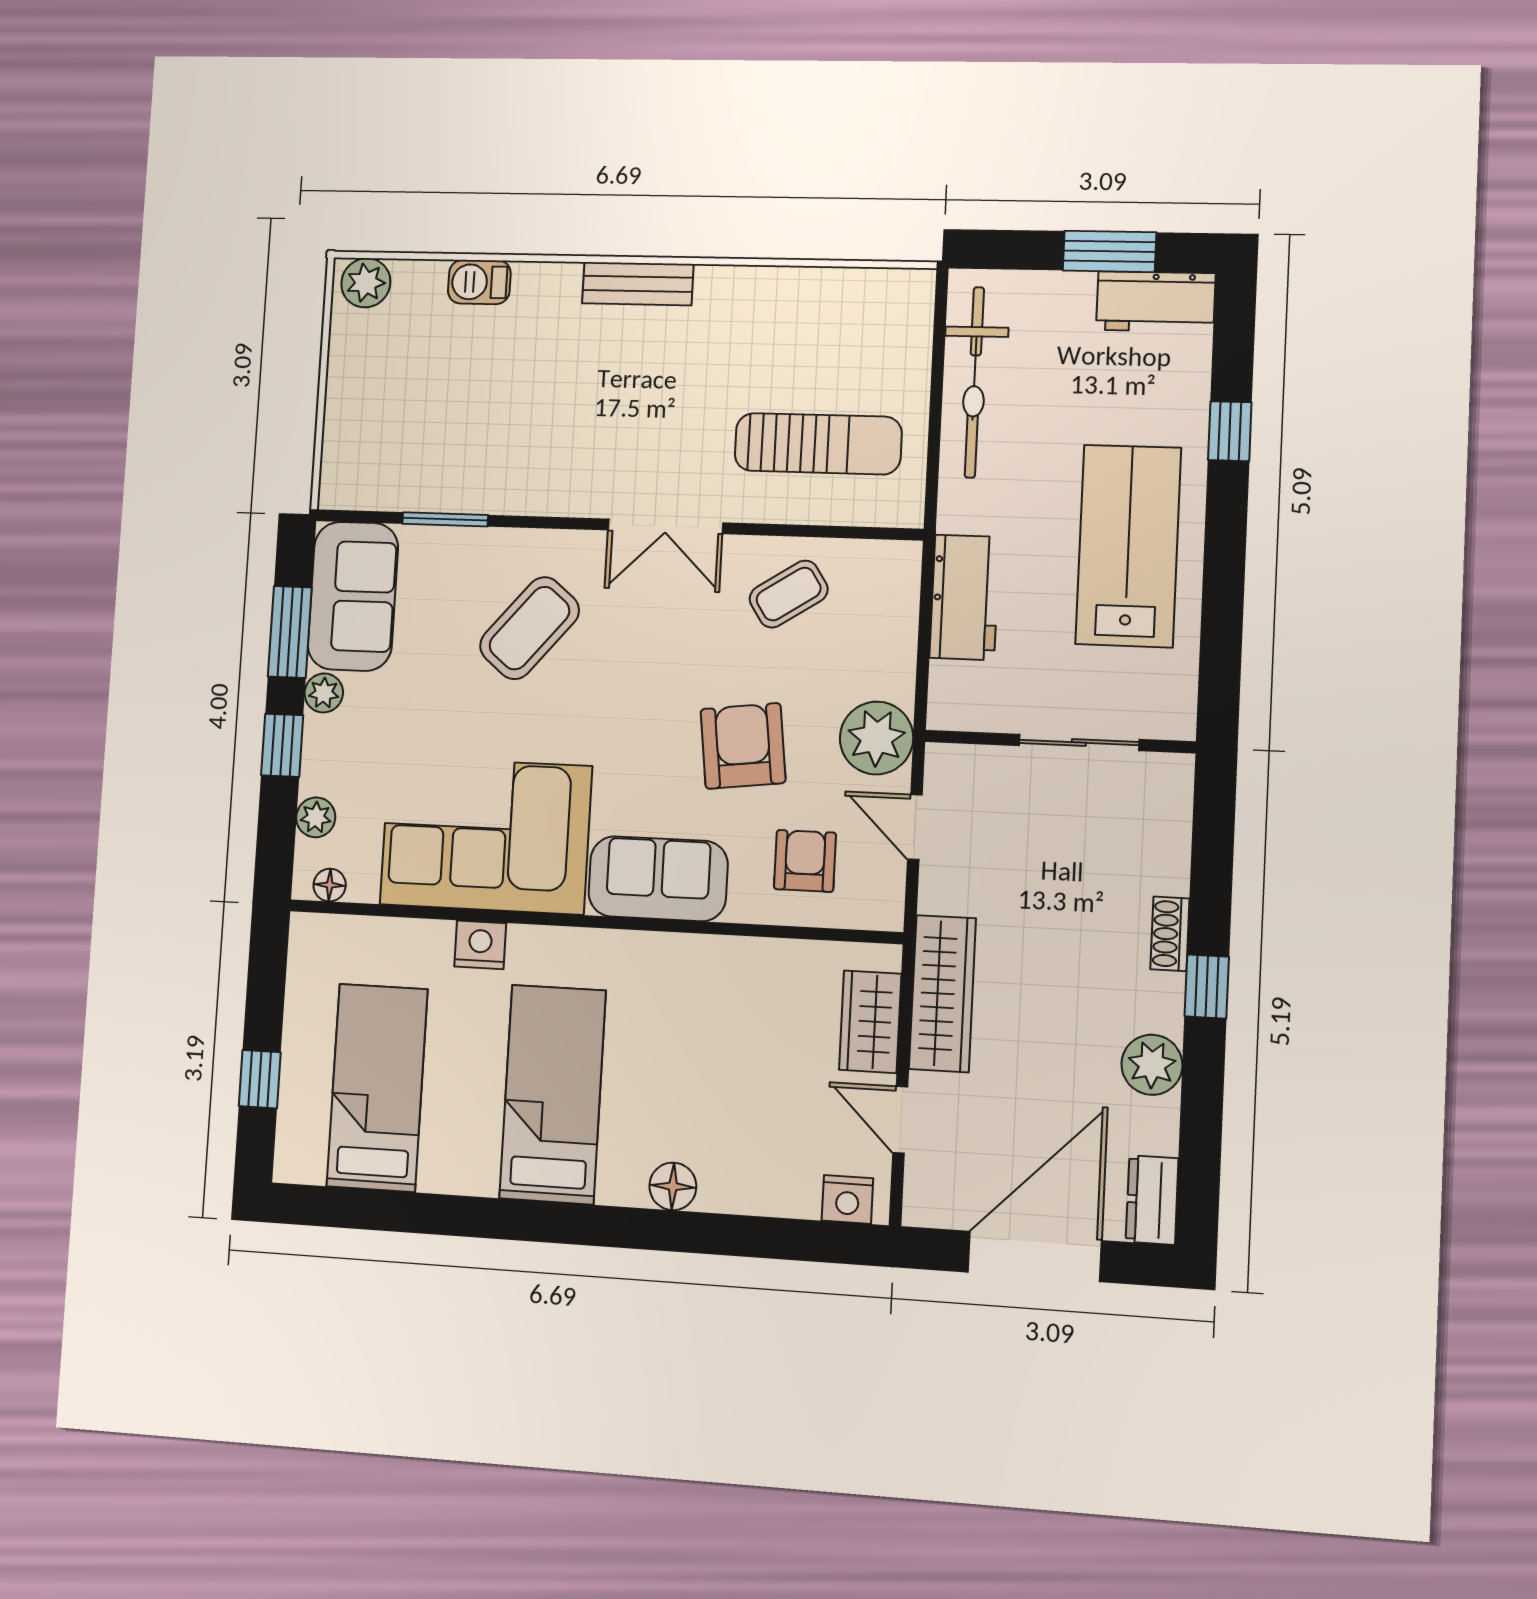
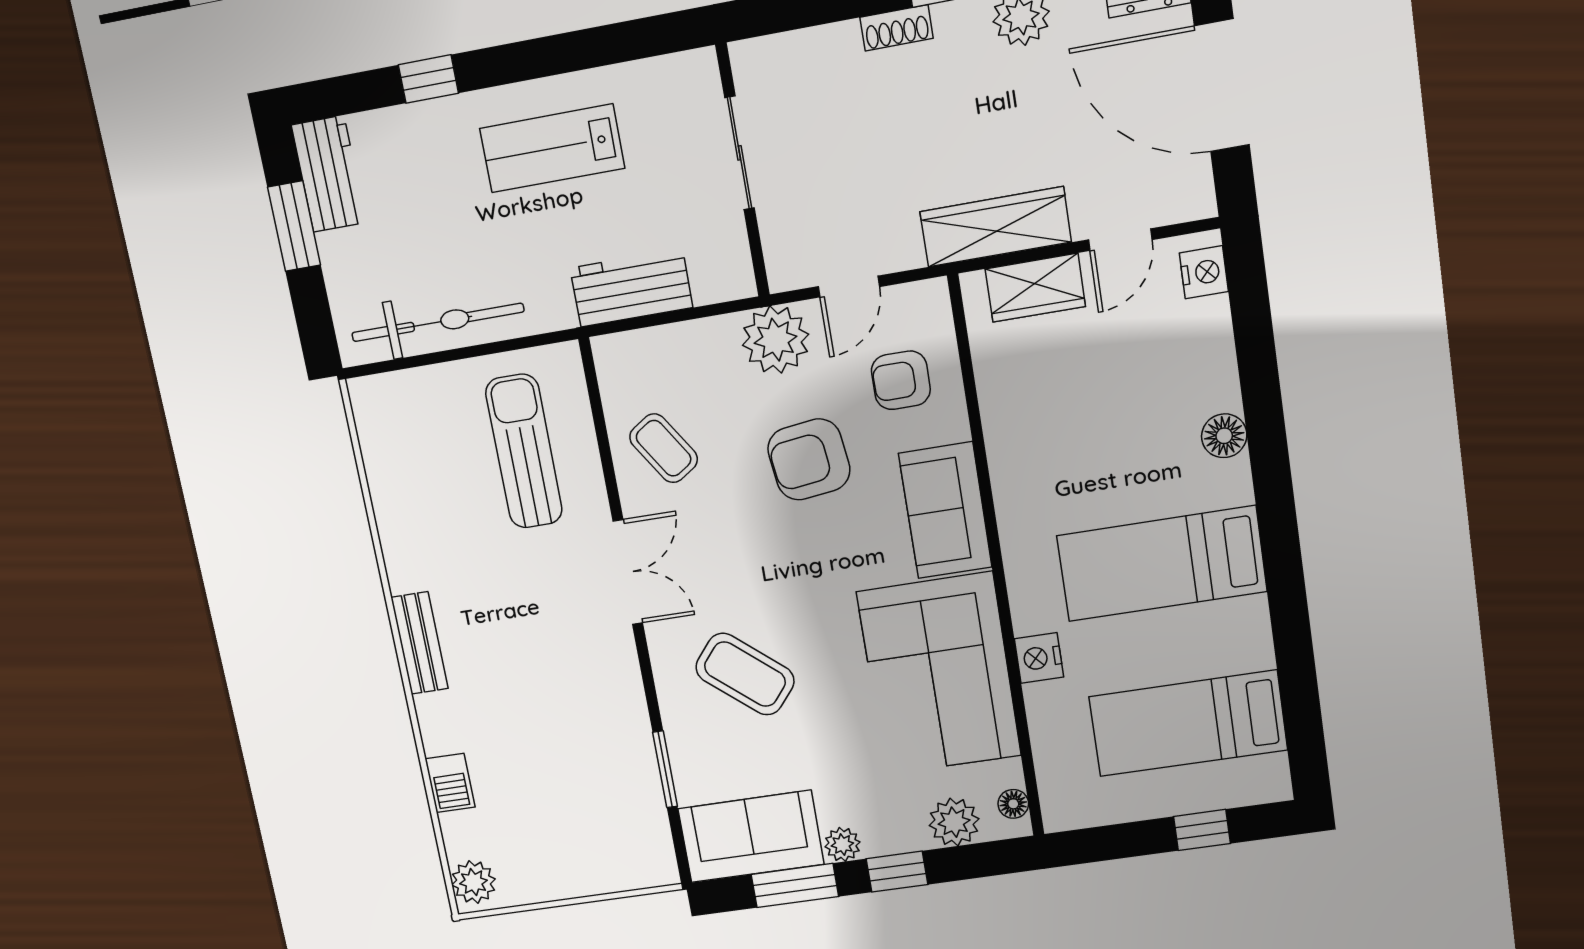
lab bench: (1128, 546) -> (552, 148), width x0.73, depth x0.72
plant: (316, 817) -> (954, 822), width x1.38, depth x1.38

